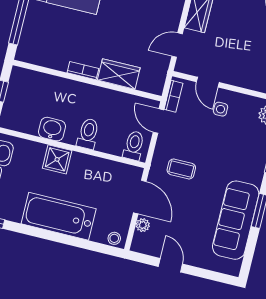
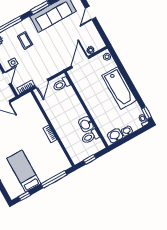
wardrobe: (119, 74) -> (38, 118), removed
toilet: (88, 134) -> (90, 137), moved
shower: (57, 159) -> (96, 110), removed
coffee table: (181, 169) -> (25, 41), moved
door: (170, 265) -> (91, 13), moved

